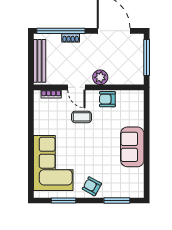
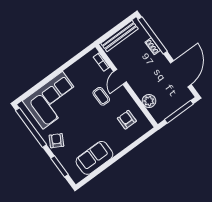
plant: (100, 77) -> (149, 101), moved
armchair: (107, 99) -> (127, 120), moved
sofa: (132, 147) -> (94, 158), moved
window: (63, 200) -> (31, 128), width x2.11

